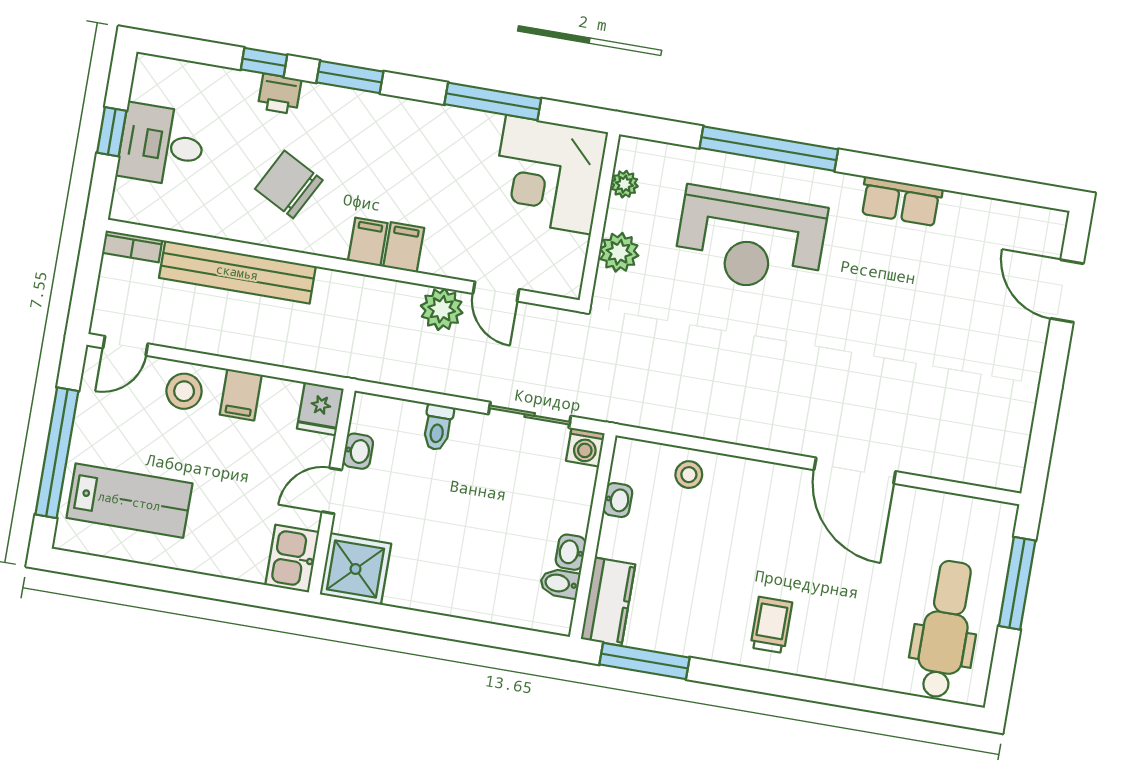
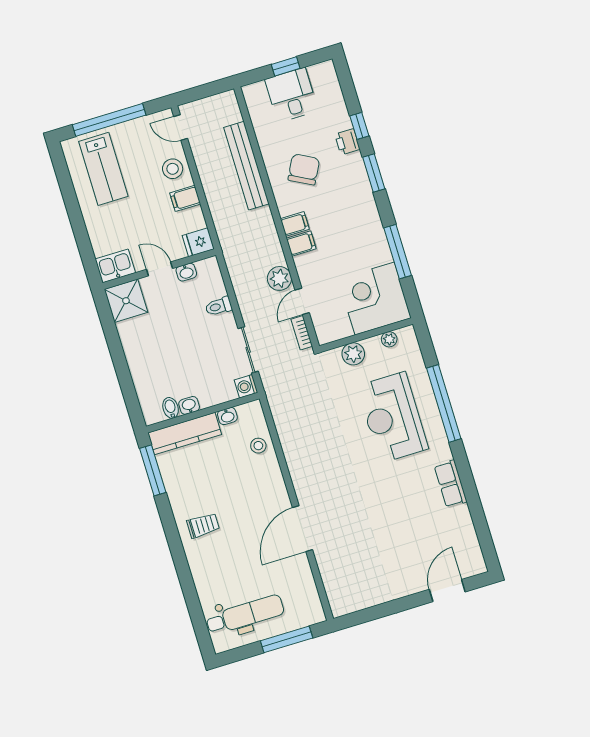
bookcase: (133, 246) -> (302, 333), moved
kitchen counter: (608, 602) -> (185, 434), width x1.50

